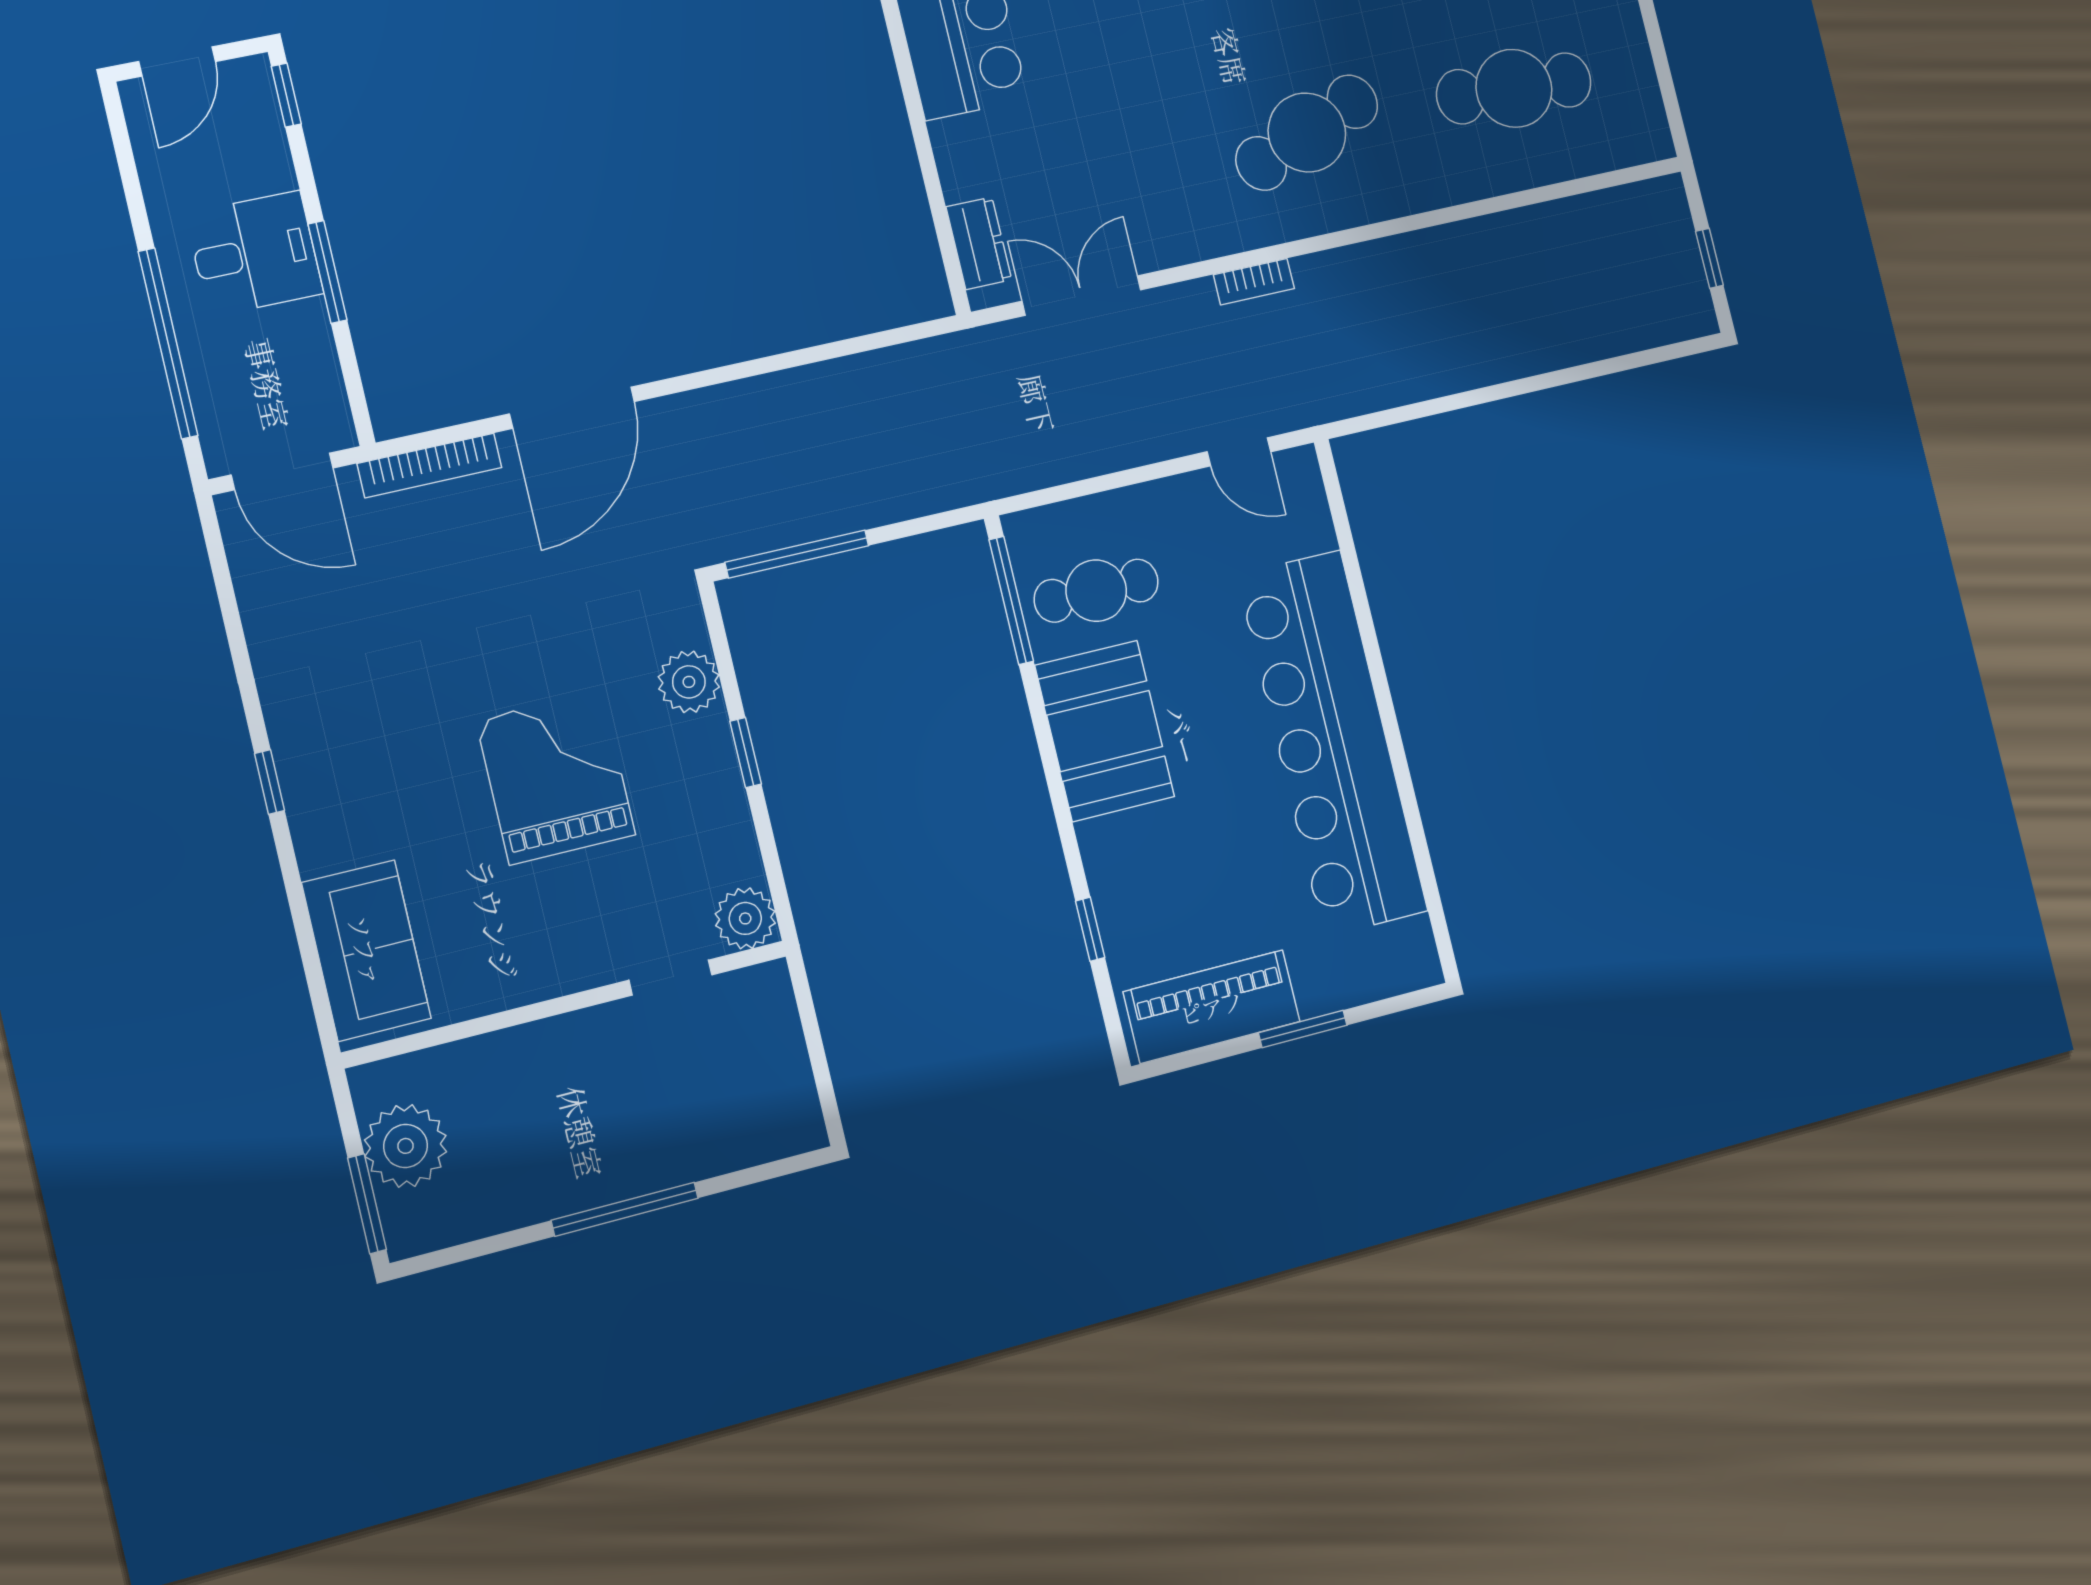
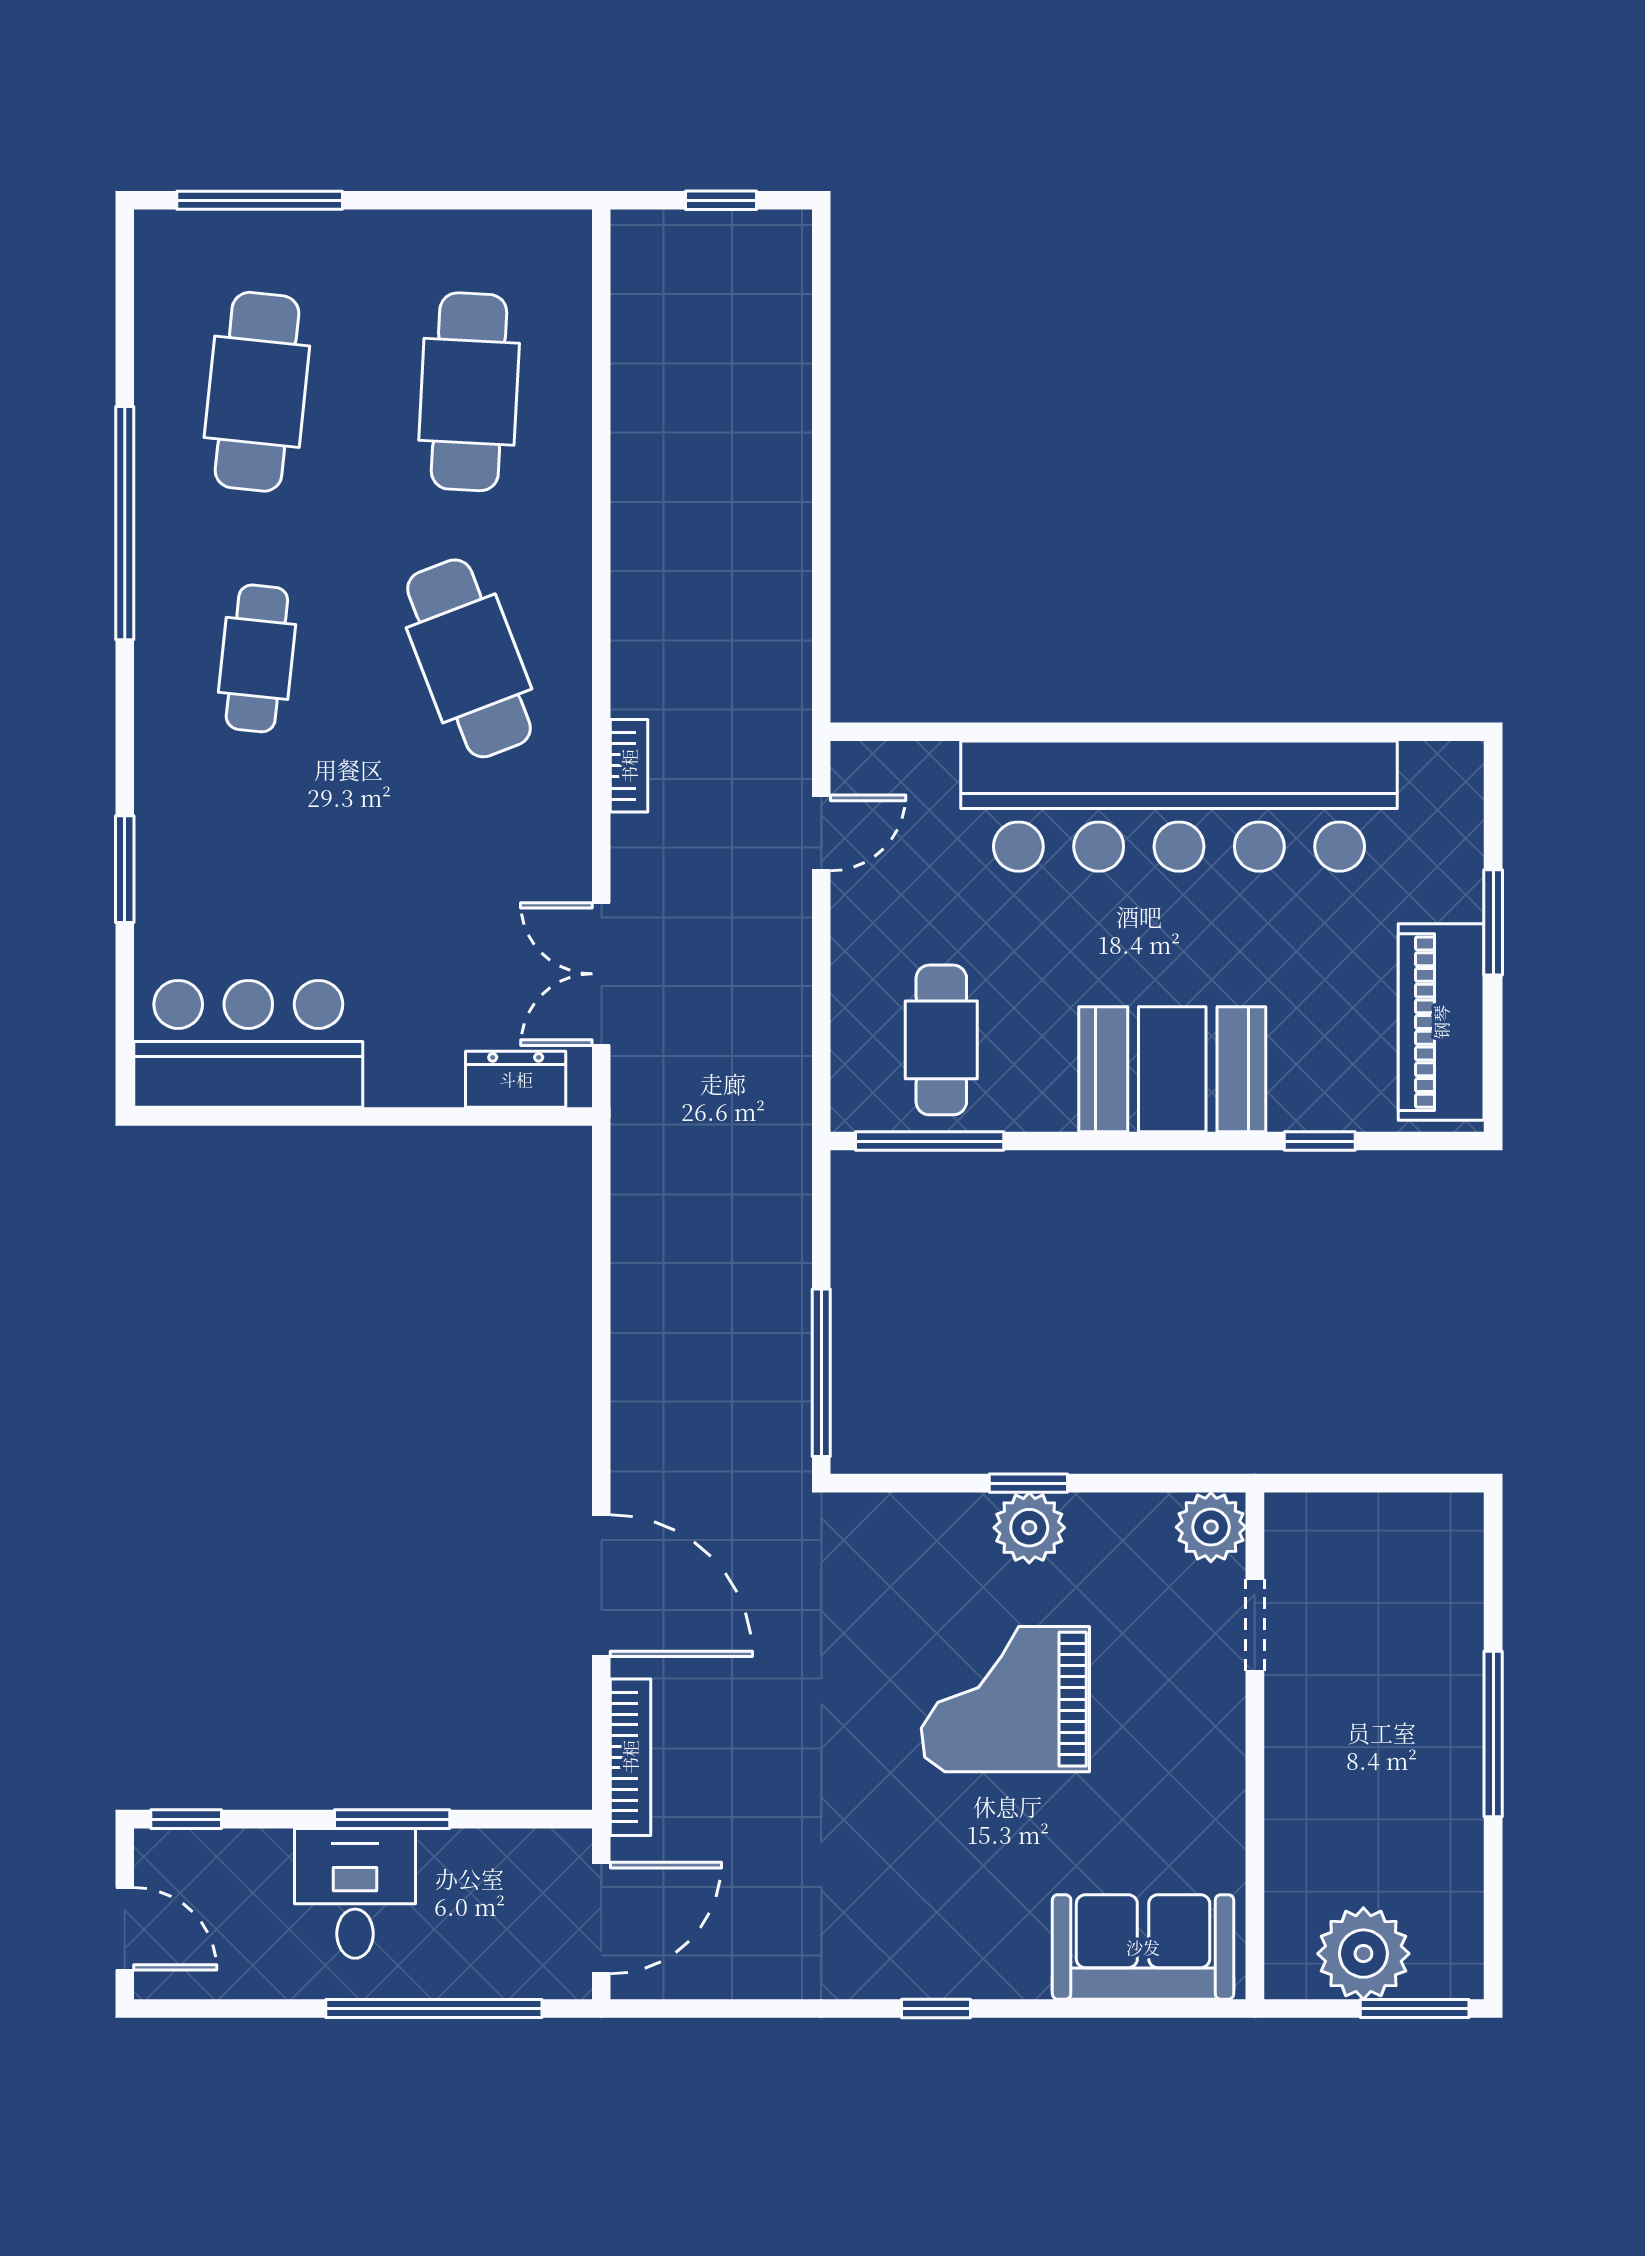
plant: (689, 682) -> (1029, 1528), moved
booth: (1105, 731) -> (1172, 1069), moved

